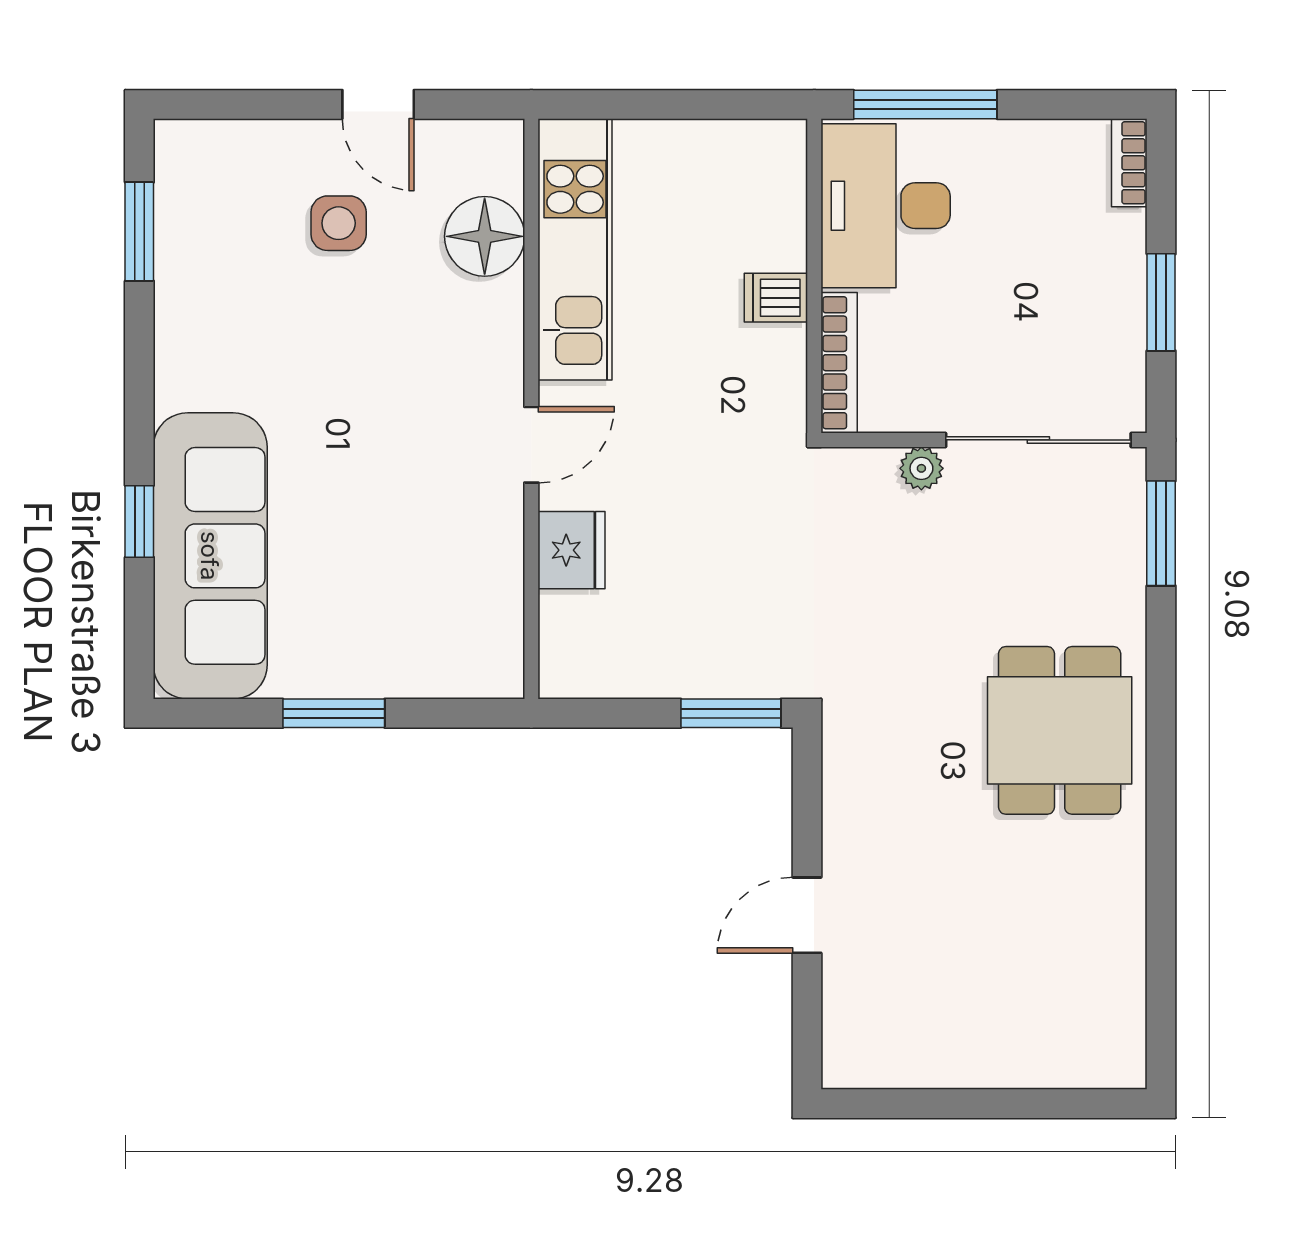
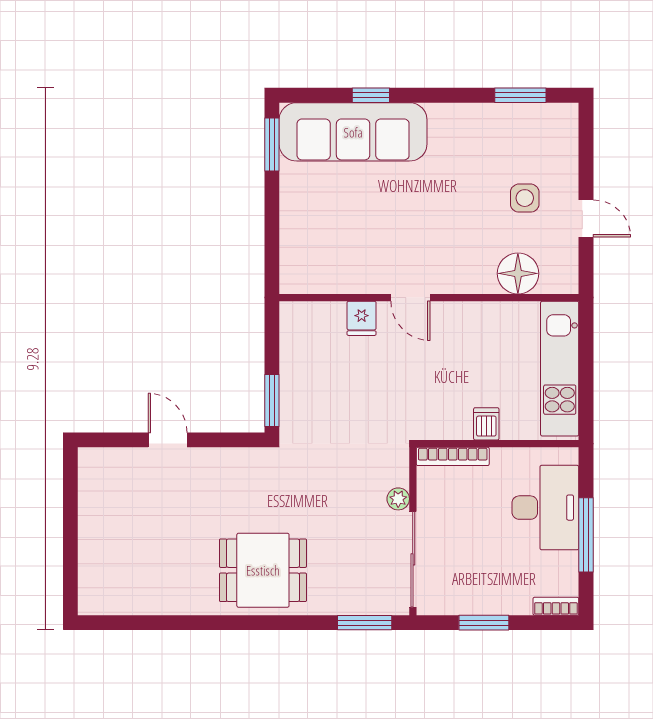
door: (378, 104) -> (586, 218), swing flipped
window: (925, 104) -> (586, 535), moved
desk: (886, 206) -> (545, 508), moved, turned 90
kitchen unit: (575, 249) -> (560, 369), moved, turned 90
fridge: (572, 550) -> (362, 318), width x0.72
window: (334, 713) -> (272, 144), moved

